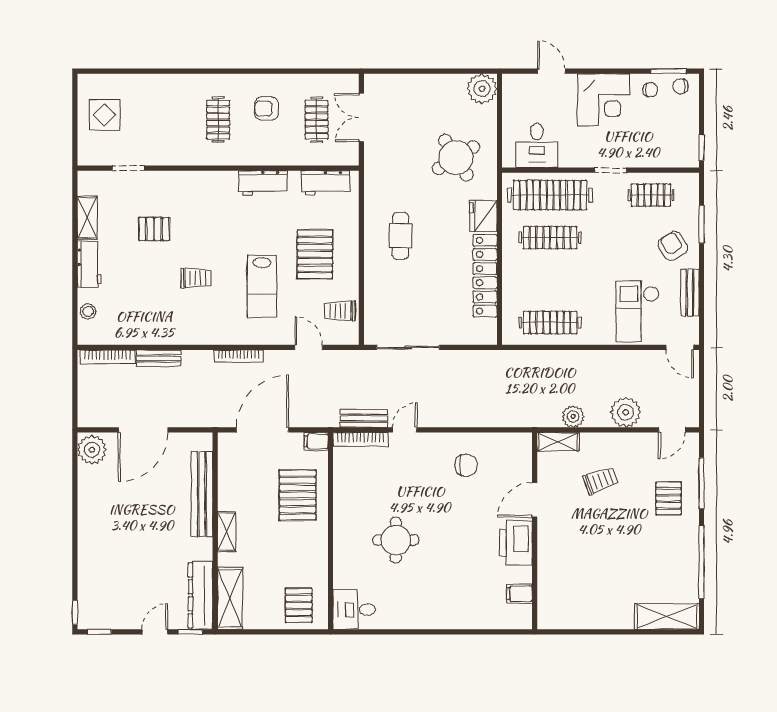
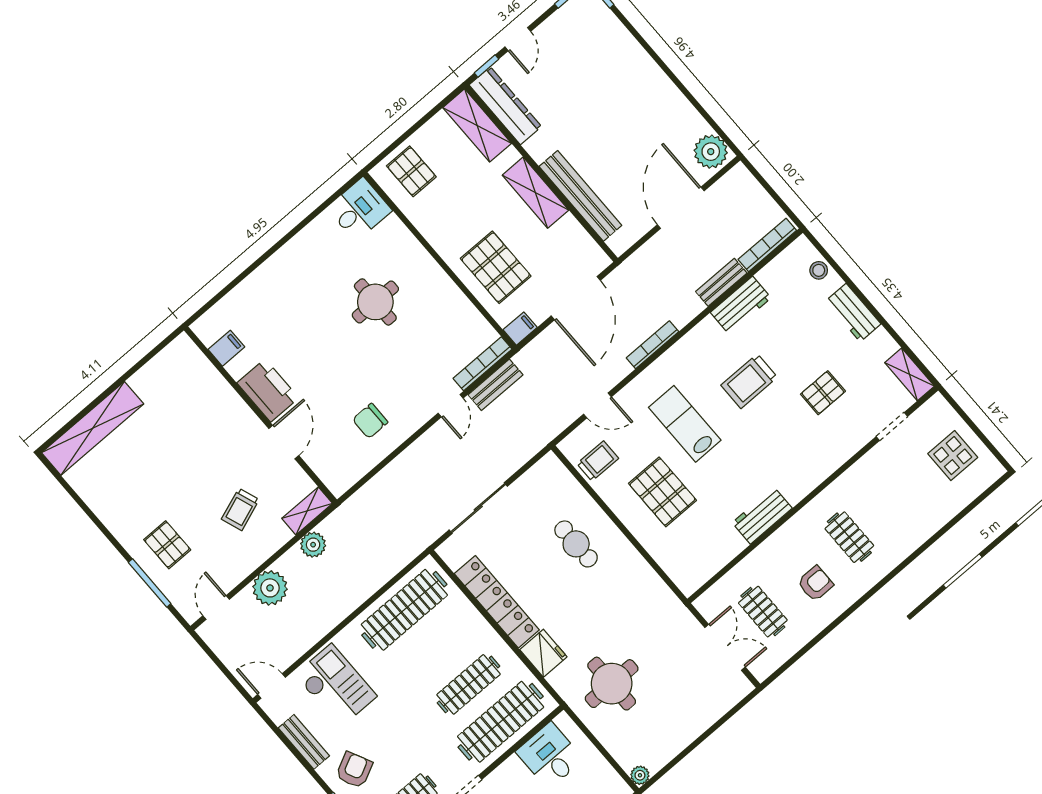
plant: (482, 89) -> (640, 775), width x0.53, depth x0.53
round table: (456, 158) -> (612, 684), turned 32
workbench: (326, 183) -> (741, 305), moved, turned 180
shelving: (87, 218) -> (910, 374), moved
cafe table: (401, 236) -> (576, 544), moved
armchair: (673, 246) -> (354, 770), turned -84
trolley: (196, 278) -> (749, 381), width x1.36, depth x1.39
clothes rail: (550, 322) -> (404, 610), width x1.37, depth x1.31
sliding door: (408, 347) -> (478, 508), moved
shelving: (227, 532) -> (535, 193), width x1.50, depth x1.33
window: (702, 562) -> (90, 514), removed
shelving: (667, 617) -> (93, 428), width x1.47

